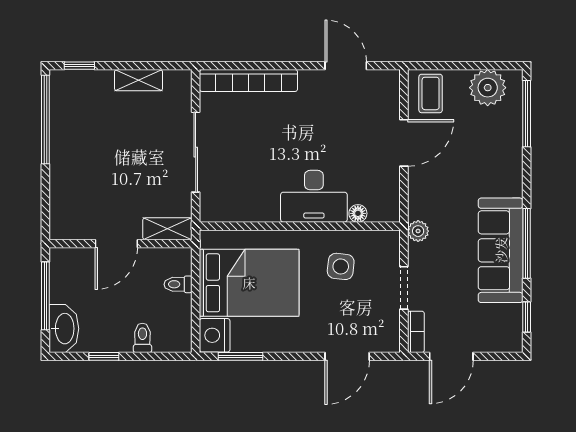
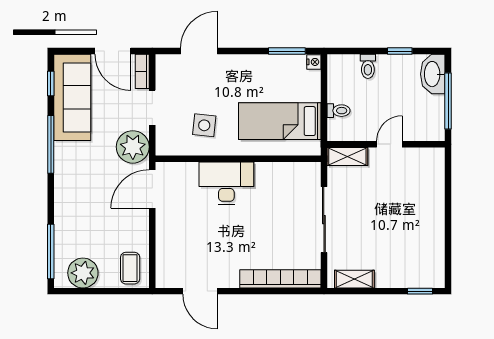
shelving: (138, 80) -> (354, 279), moved
window: (45, 119) -> (448, 247), removed
door: (404, 143) -> (152, 189), moved
floor lamp: (358, 213) -> (190, 169), removed
plant: (418, 231) -> (133, 147), width x1.87, depth x1.87
door: (116, 244) -> (389, 144), width x0.73
sofa: (501, 250) -> (72, 97), moved
bed: (249, 283) -> (280, 121), width x0.67
nightstand: (215, 335) -> (314, 62), width x0.53, depth x0.56
door: (451, 356) -> (113, 51), swing flipped

